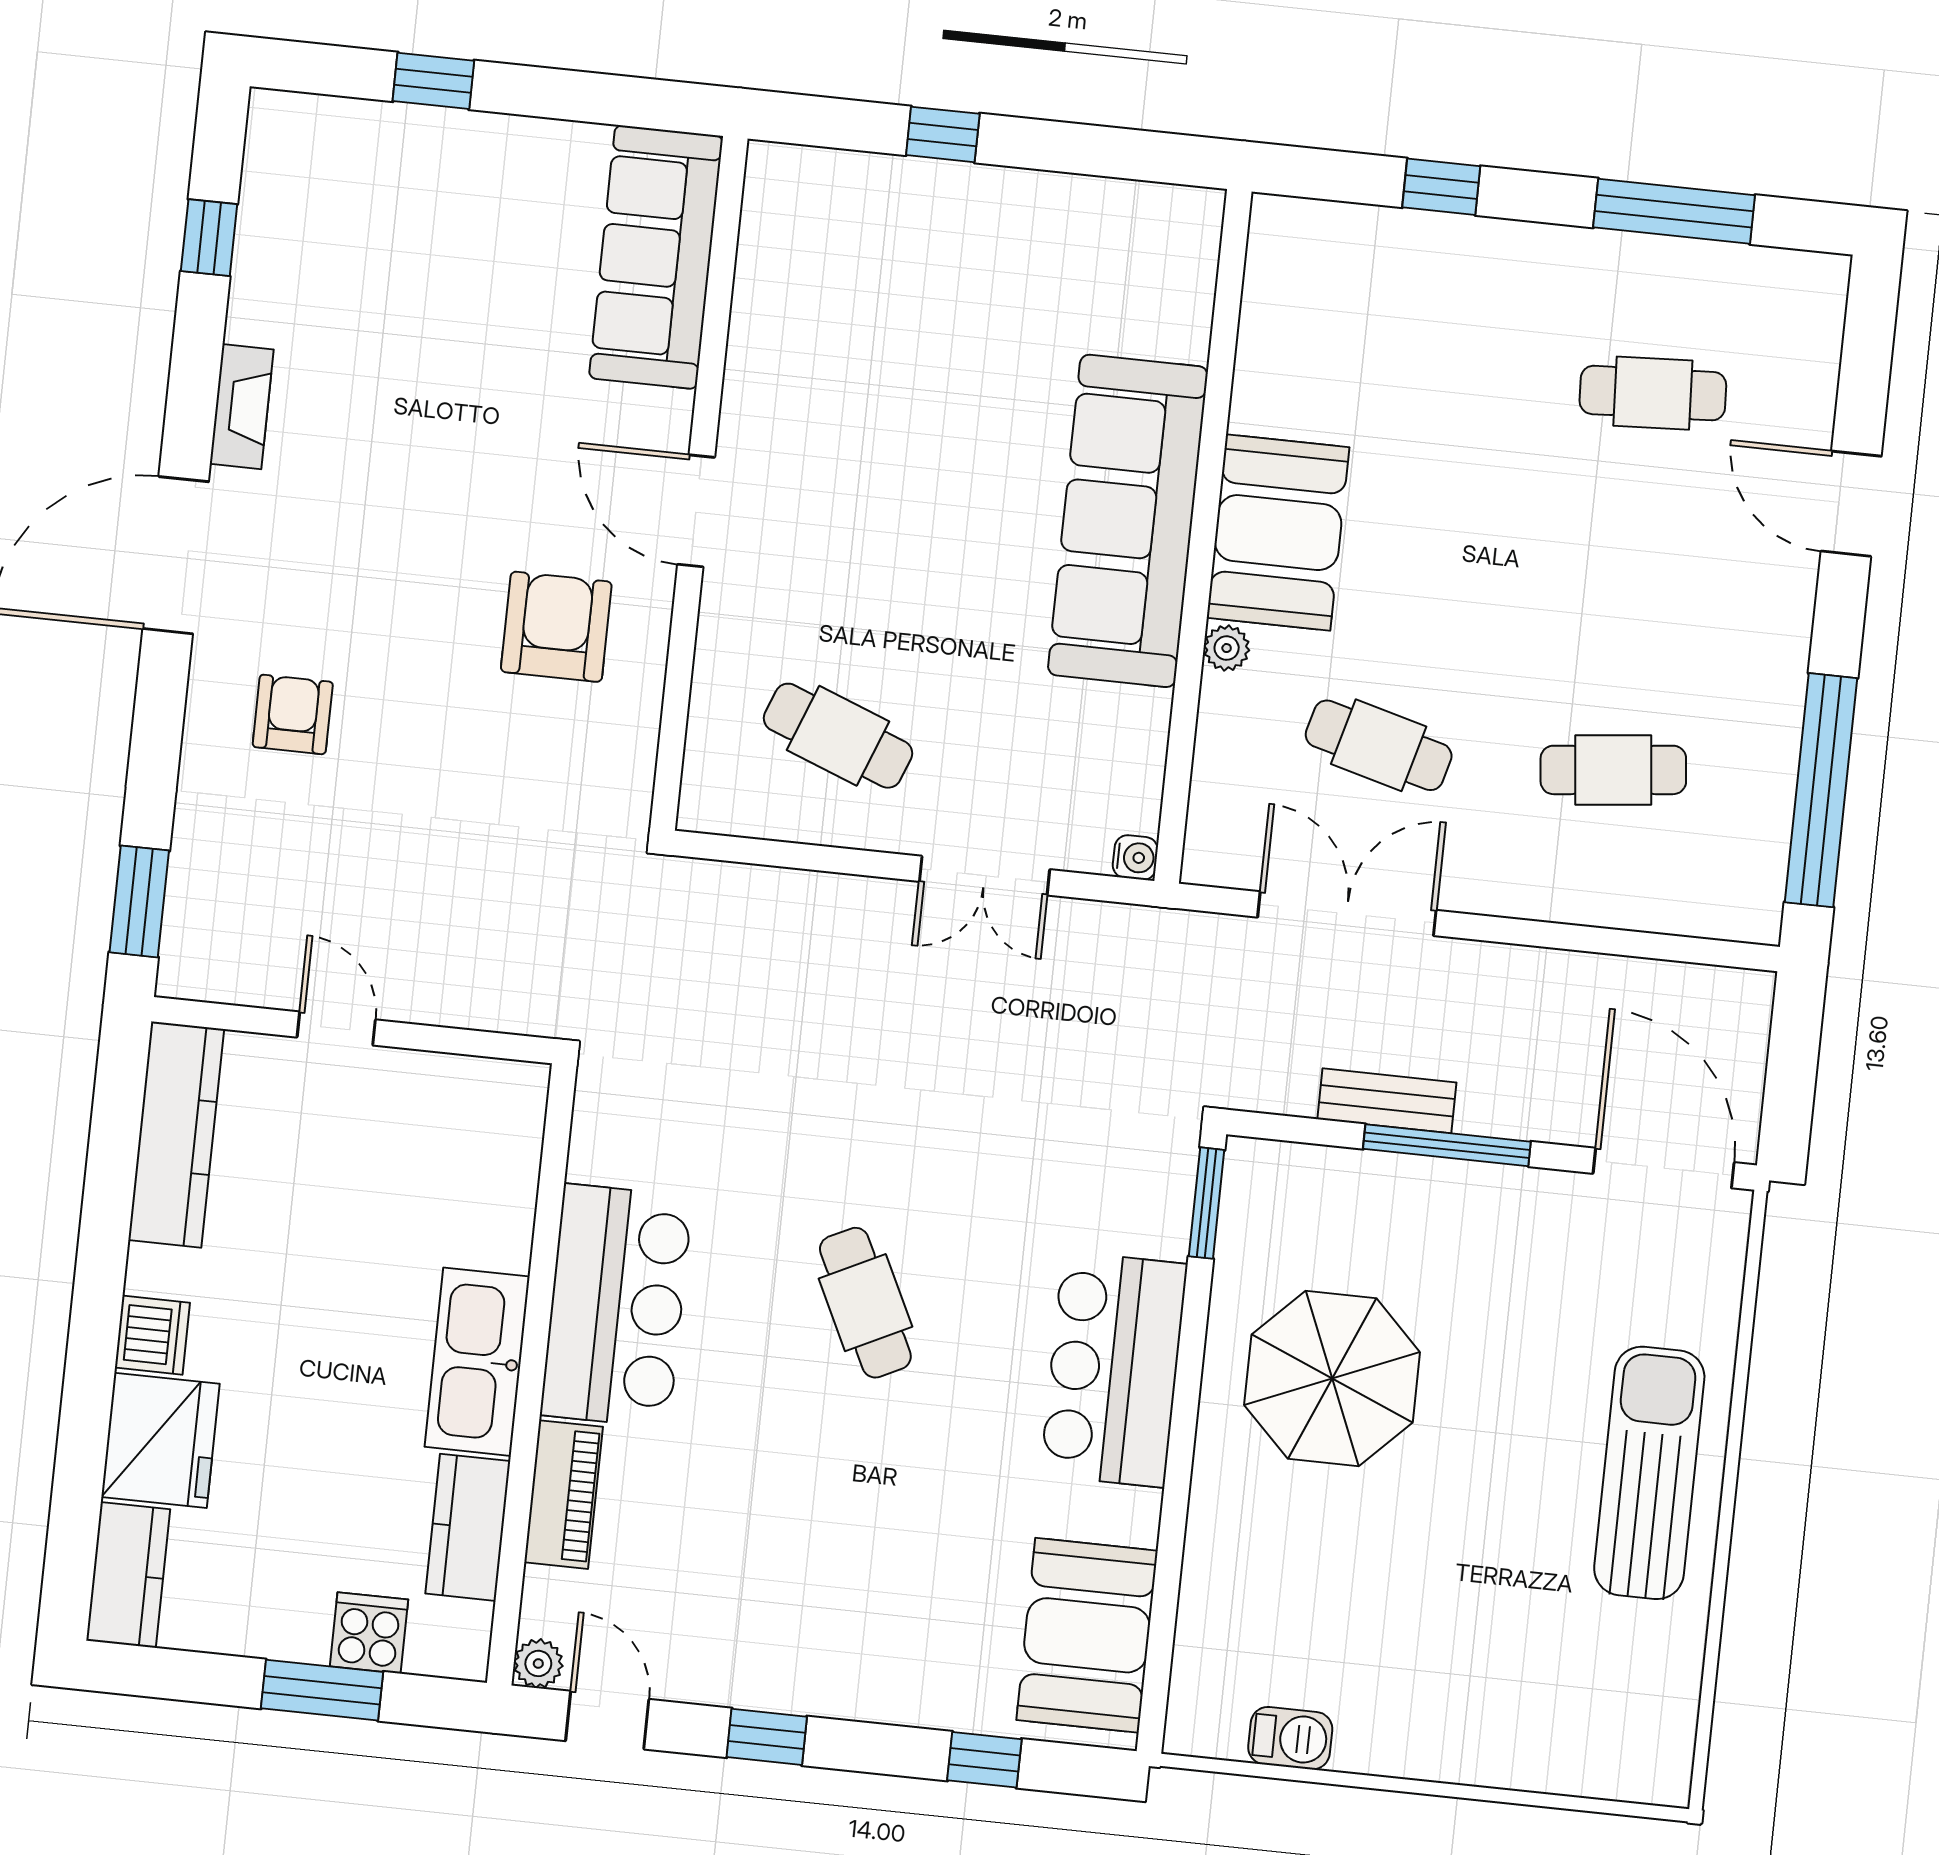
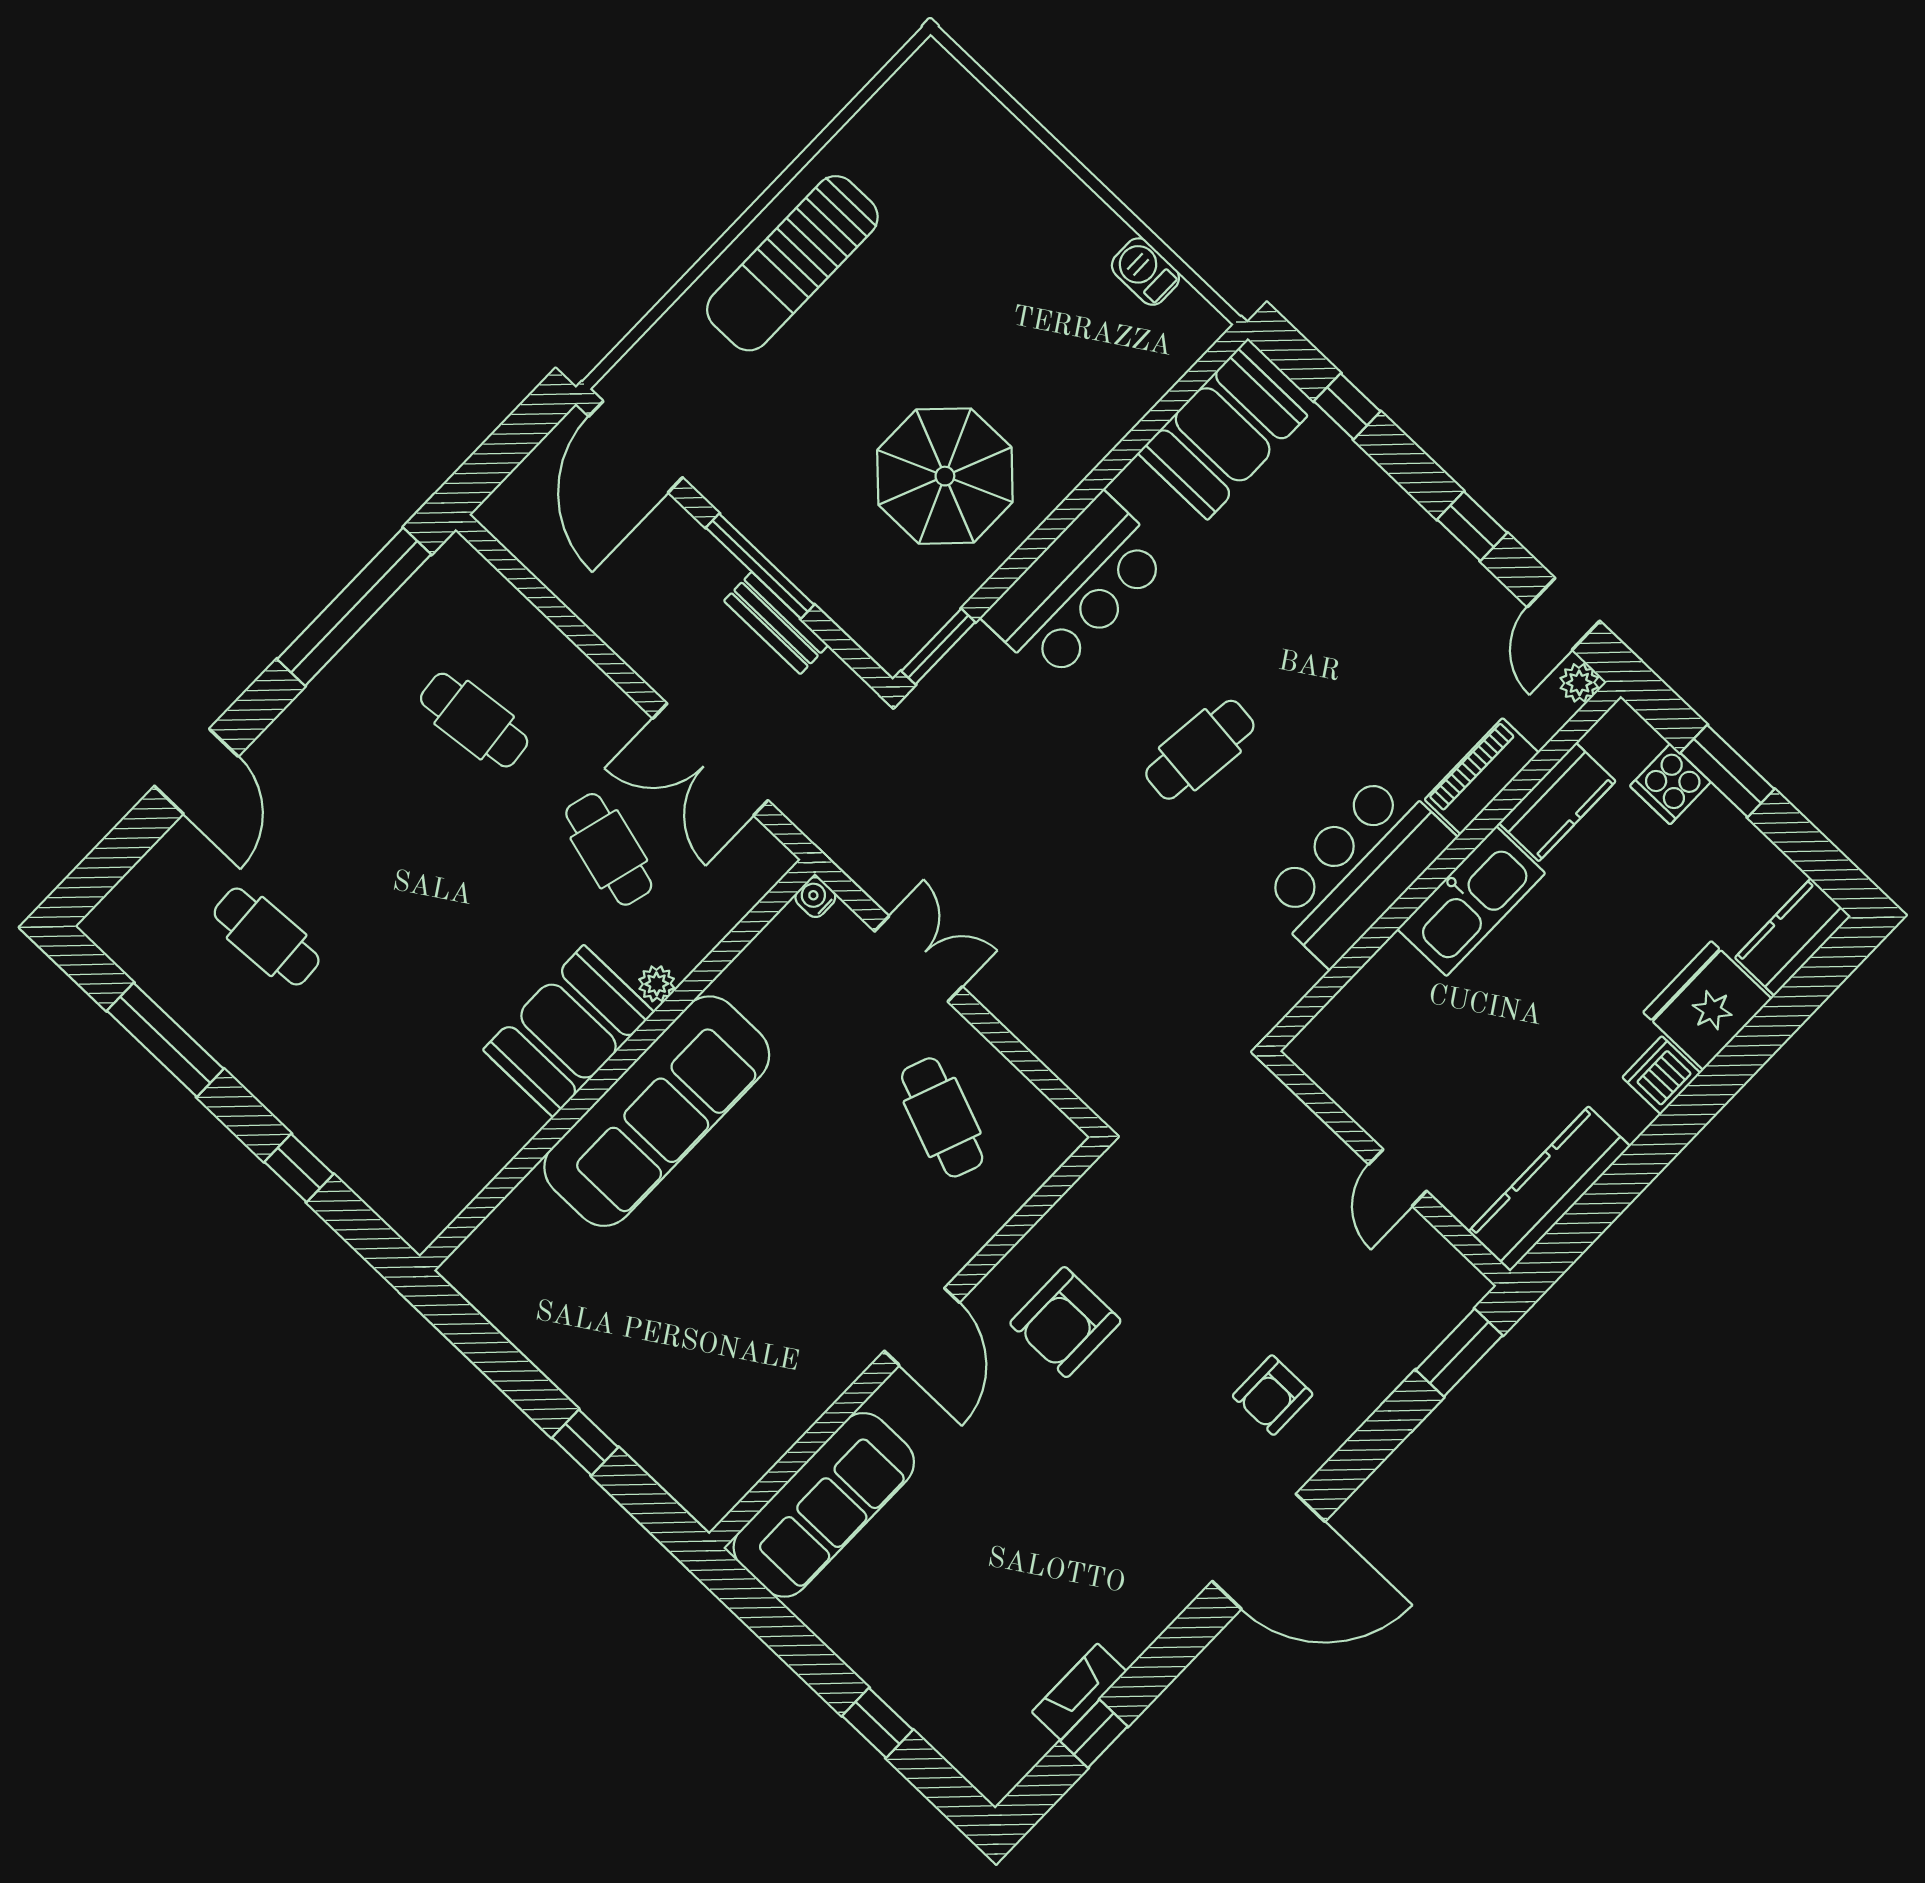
fireplace: (242, 407) -> (1079, 1692), moved
cafe table: (865, 1303) -> (1200, 750), turned 32

